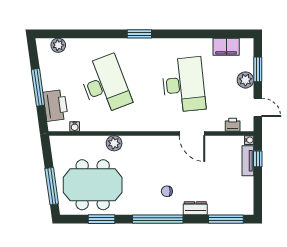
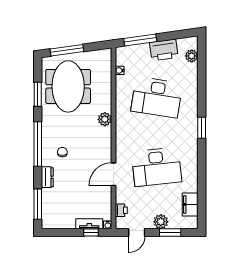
desk: (105, 85) -> (157, 97), turned 30
window: (38, 87) -> (140, 40), moved
printer: (55, 105) -> (164, 50), moved
plant: (114, 143) -> (105, 119), moved

